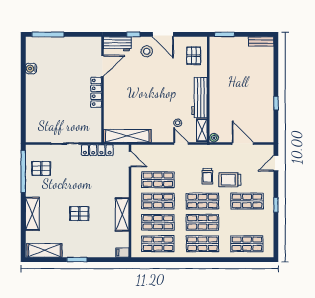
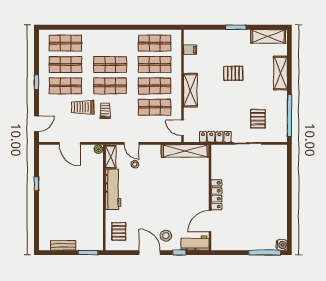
bench: (261, 42) -> (63, 246), moved
water cooler: (31, 69) -> (282, 245), moved
pallet: (41, 168) -> (258, 119), moved, turned 90
trolley: (230, 180) -> (83, 107), turned 180
shelving: (122, 214) -> (190, 90), moved
shop shelf: (202, 244) -> (65, 64), moved
filing cabinet: (122, 252) -> (190, 50), moved

